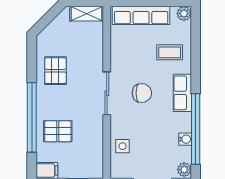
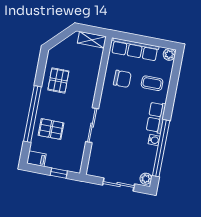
sliding door: (107, 93) -> (92, 125), moved
chair: (142, 93) -> (122, 79), moved
water cooler: (185, 139) -> (154, 140), moved
side table: (123, 146) -> (100, 151), removed

